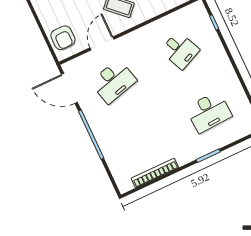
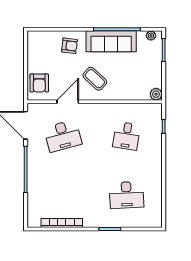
desk: (180, 50) -> (126, 136), turned 33

